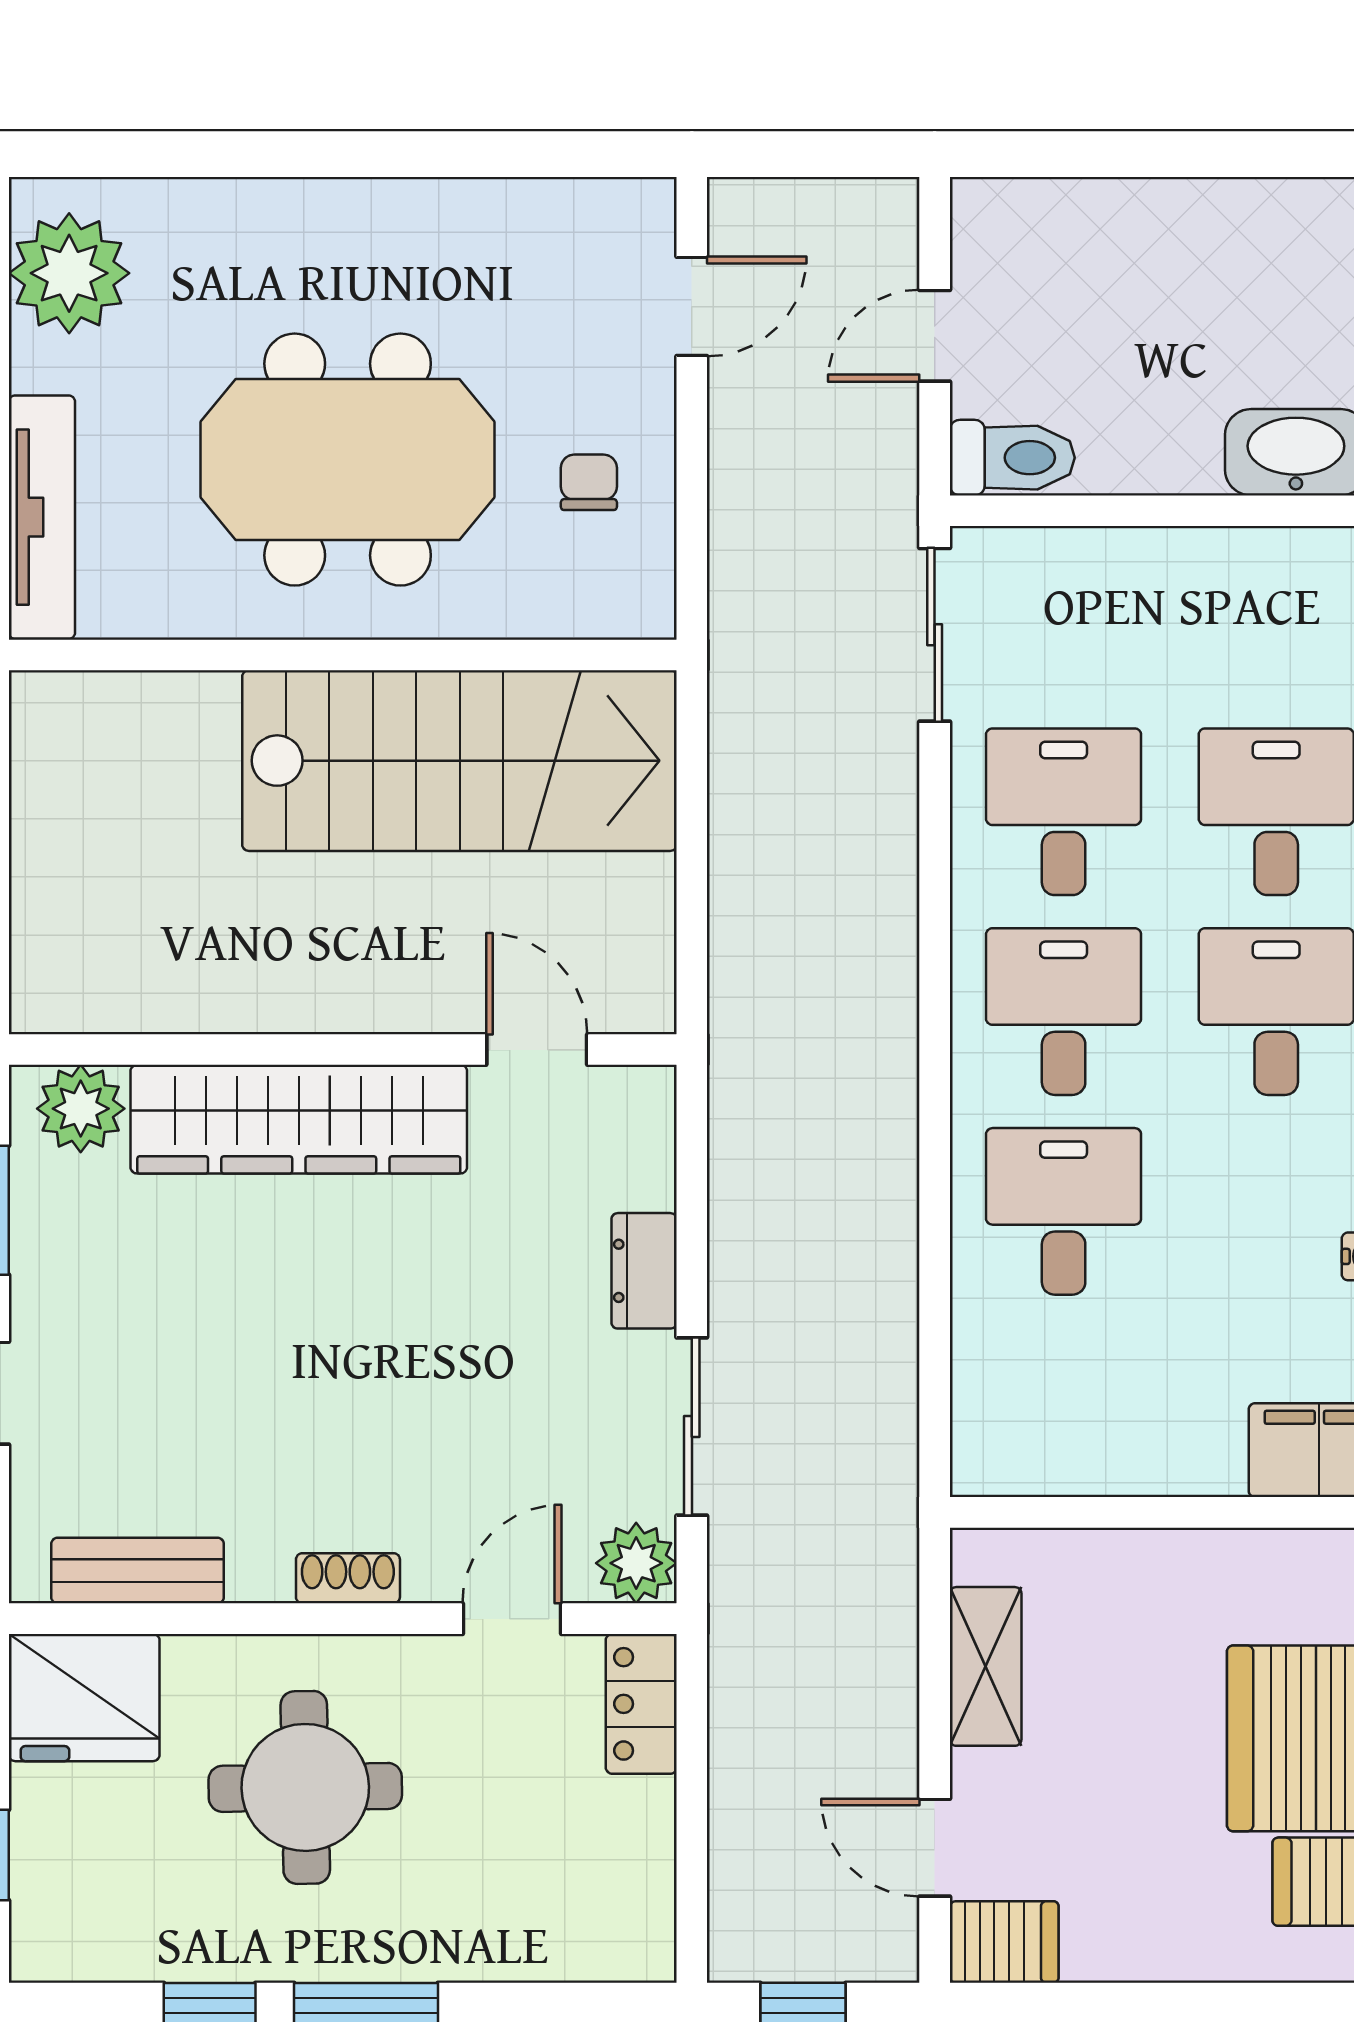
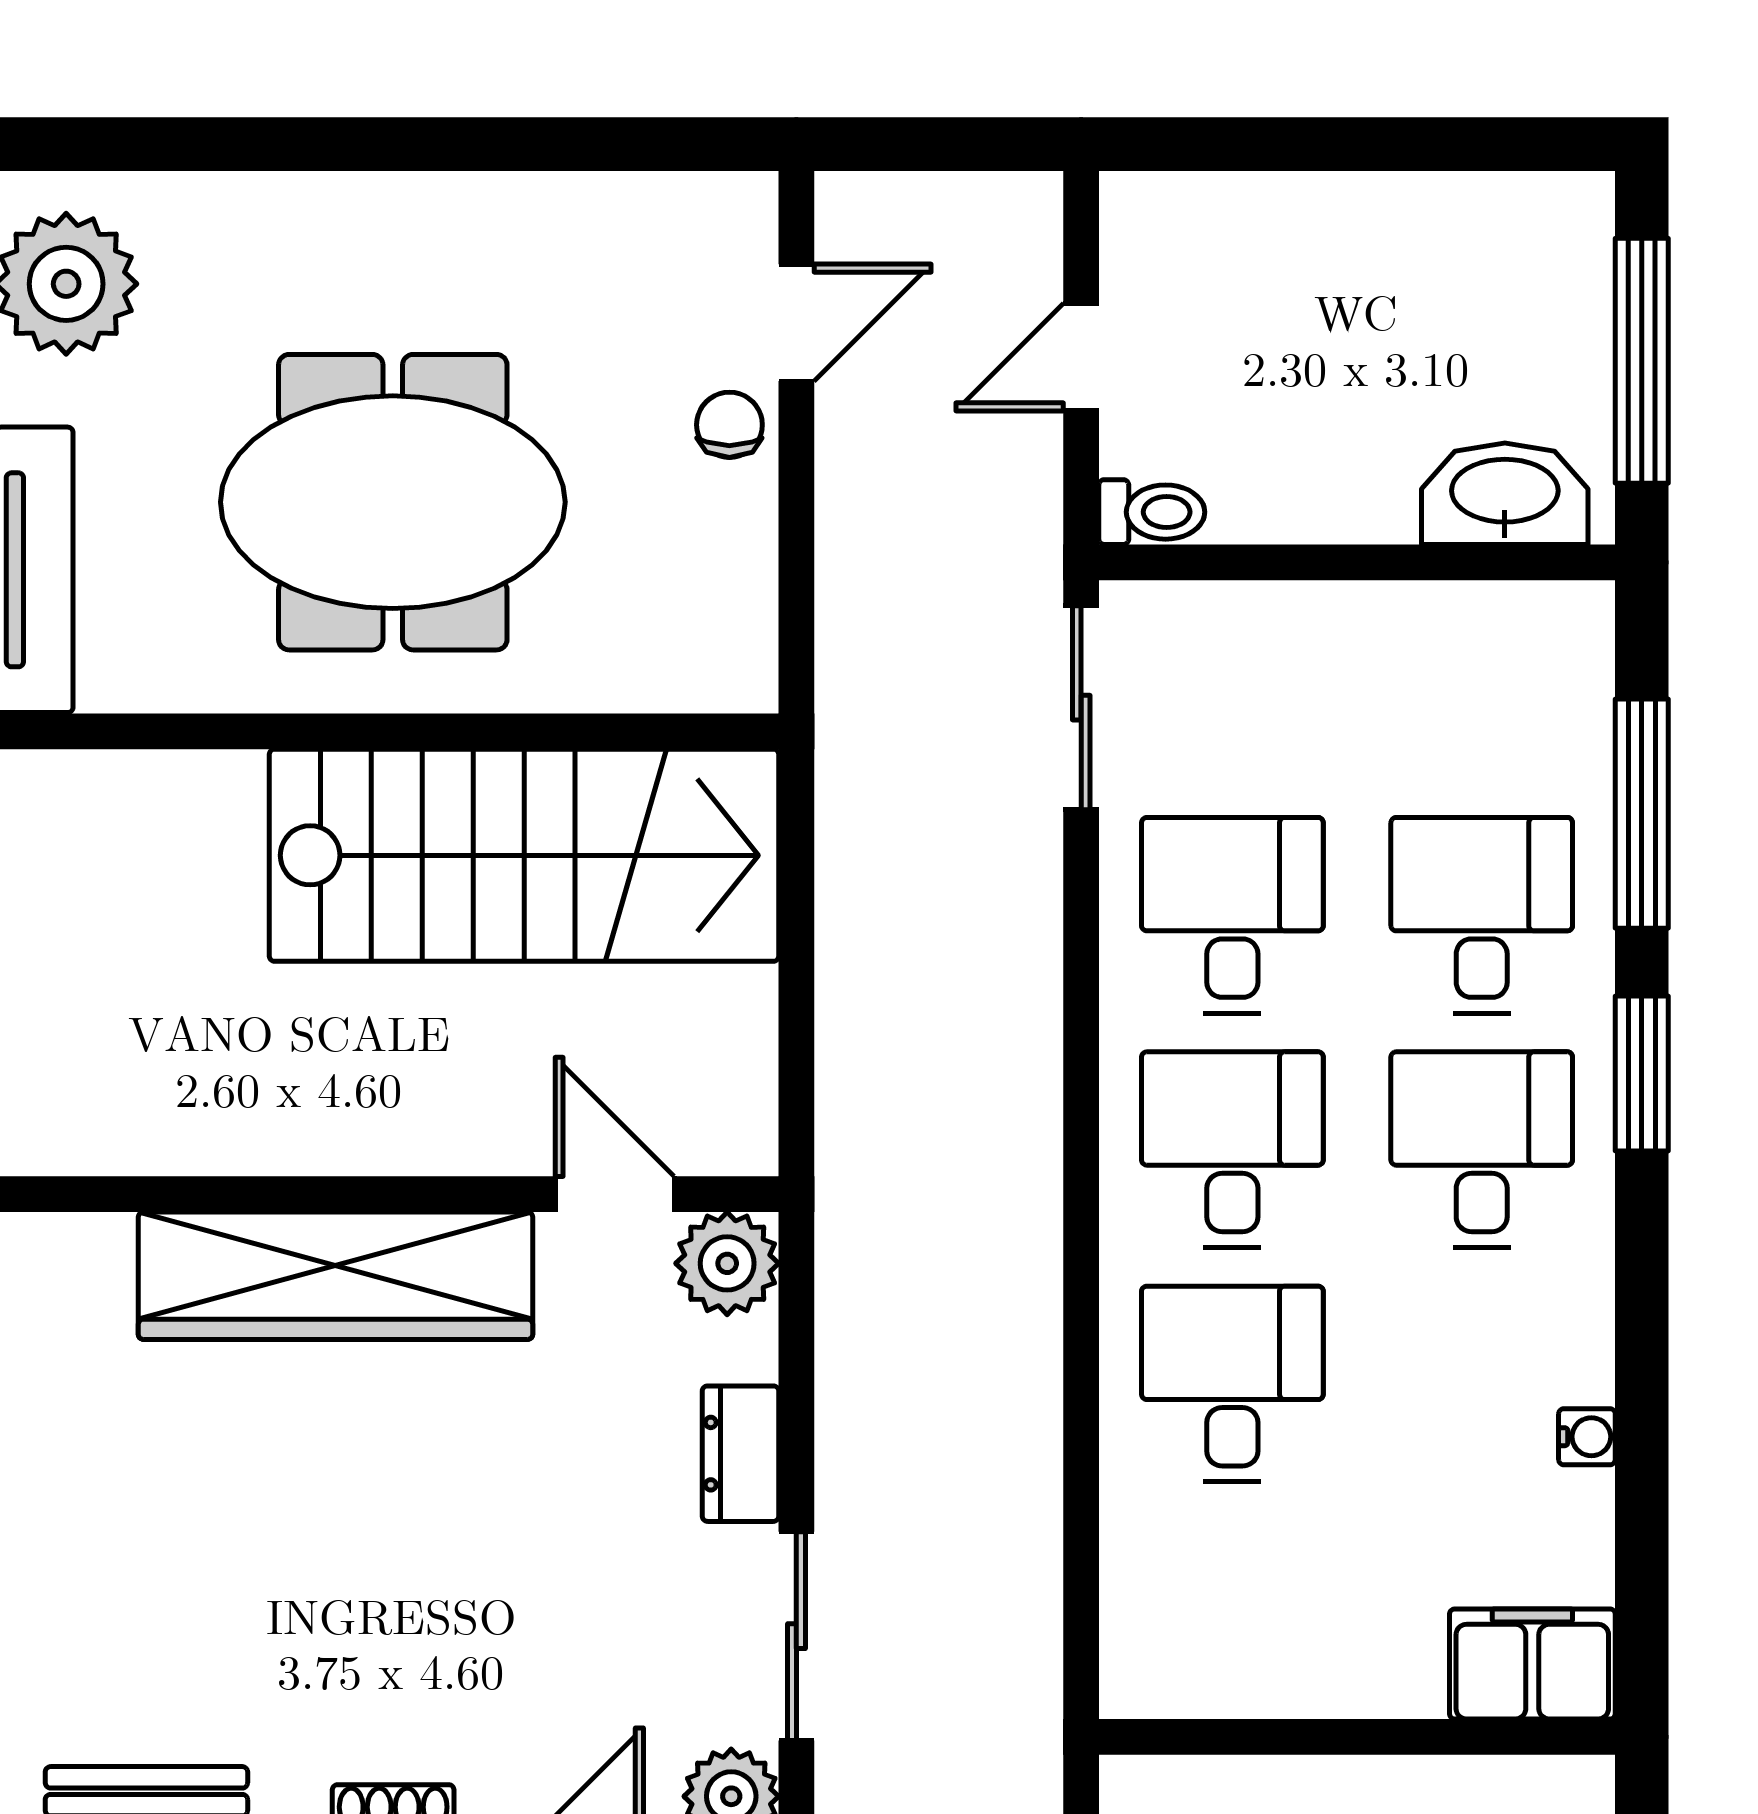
toilet: (1012, 458) -> (1152, 512), width x0.73, depth x0.72
chair: (589, 482) -> (729, 425), moved
plant: (81, 1109) -> (727, 1263), moved

